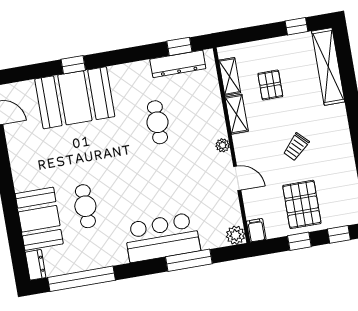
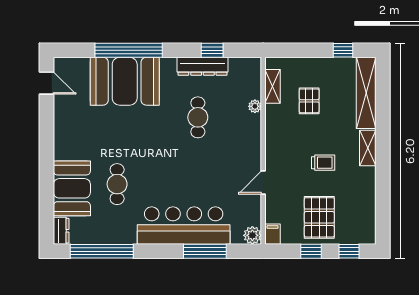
window: (179, 46) -> (212, 50), moved
dresser: (178, 64) -> (202, 66), moved
window: (73, 65) -> (129, 50), width x3.17
shelving: (237, 114) -> (368, 148), moved
plant: (223, 145) -> (255, 106), moved
trolley: (296, 147) -> (323, 163), turned -135
door: (237, 178) -> (263, 182), swing flipped
bar counter: (162, 237) -> (184, 225), width x1.36

